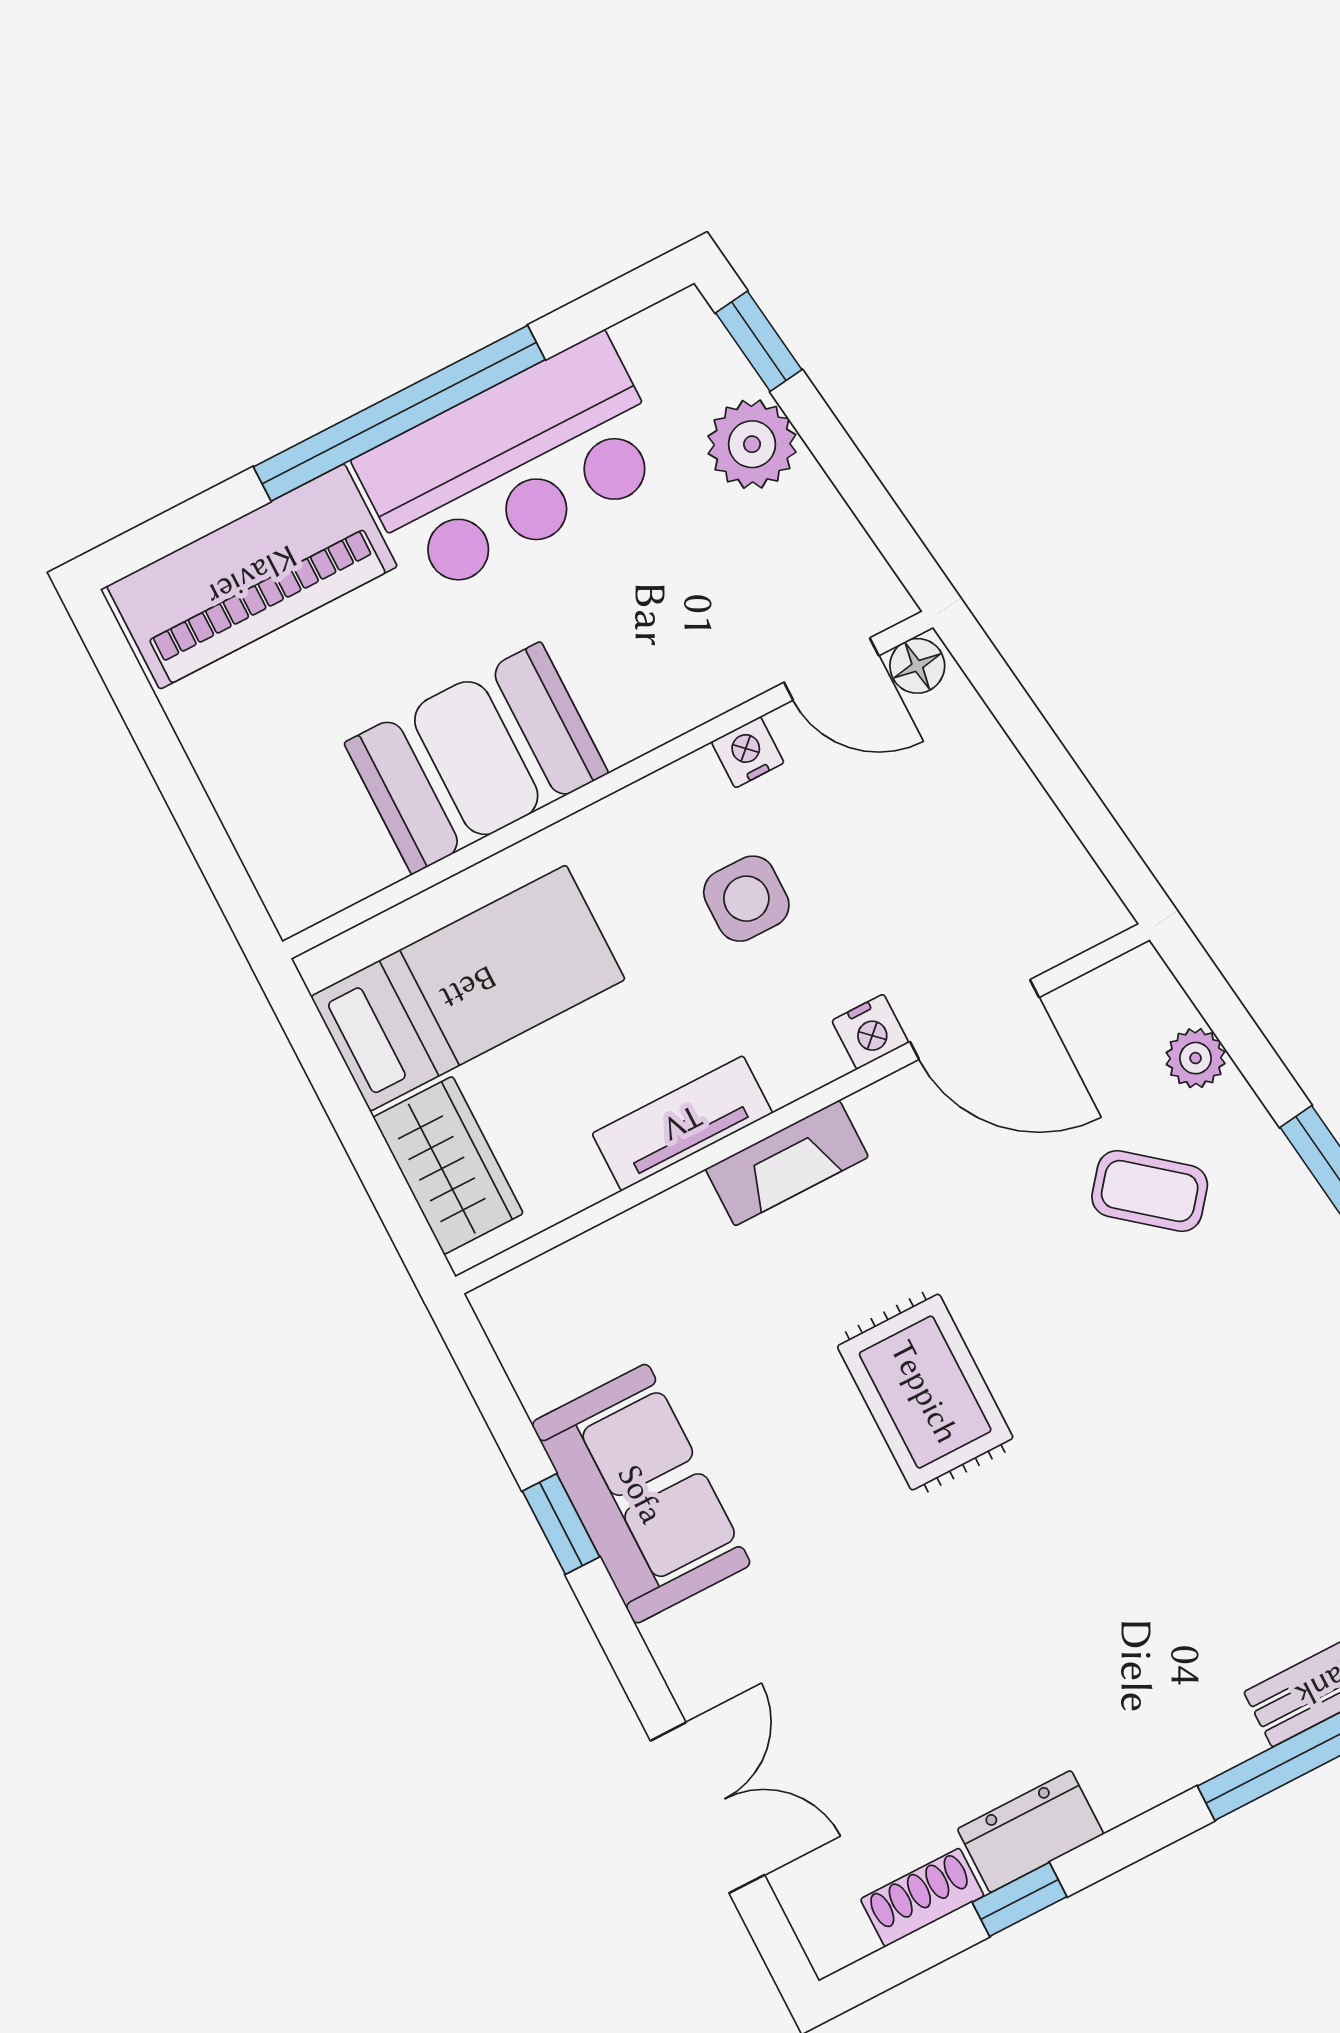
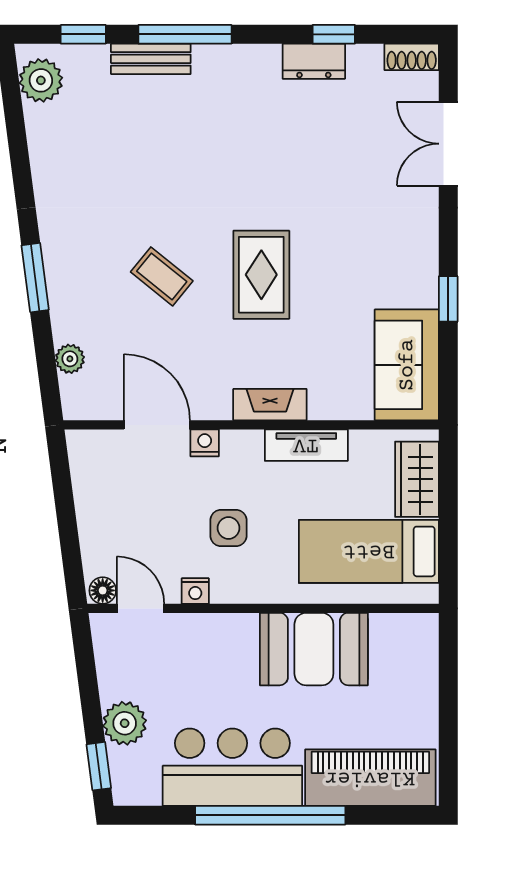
coffee table: (1150, 1191) -> (162, 276), moved
sofa: (641, 1494) -> (407, 365), moved
shoe rack: (922, 1897) -> (412, 57), moved

